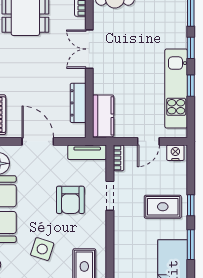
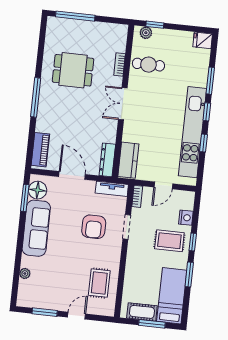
kitchen unit: (176, 88) -> (192, 132), width x1.36
dresser: (78, 103) -> (107, 160), moved
nightstand: (175, 153) -> (186, 218), moved, turned 90
side table: (42, 249) -> (66, 265), removed

